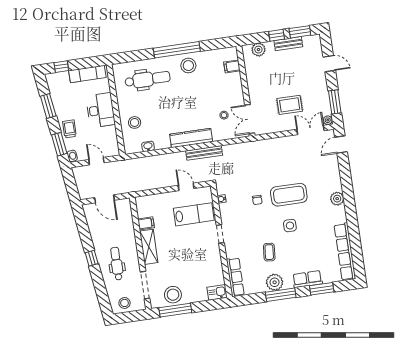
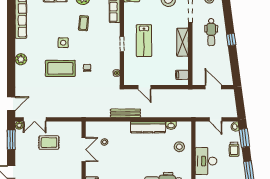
double door: (250, 119) -> (84, 150), moved
kitchen counter: (191, 138) -> (148, 127), moved
lab bench: (194, 214) -> (144, 41), moved, turned -90
filing cabinet: (146, 223) -> (182, 75), moved

